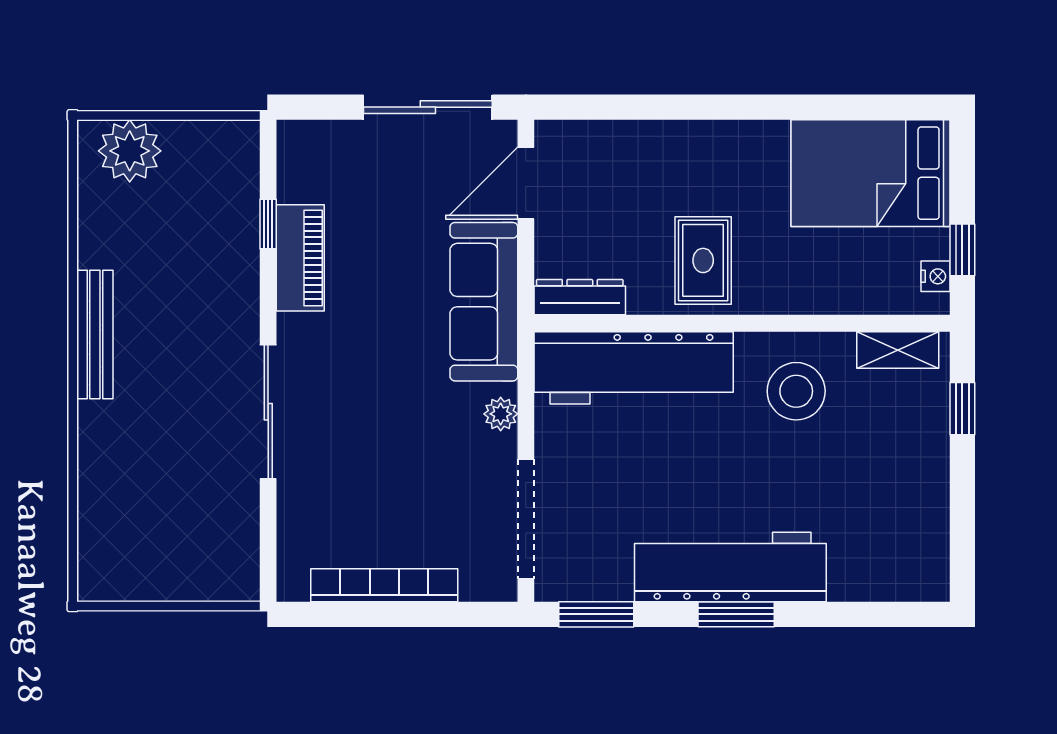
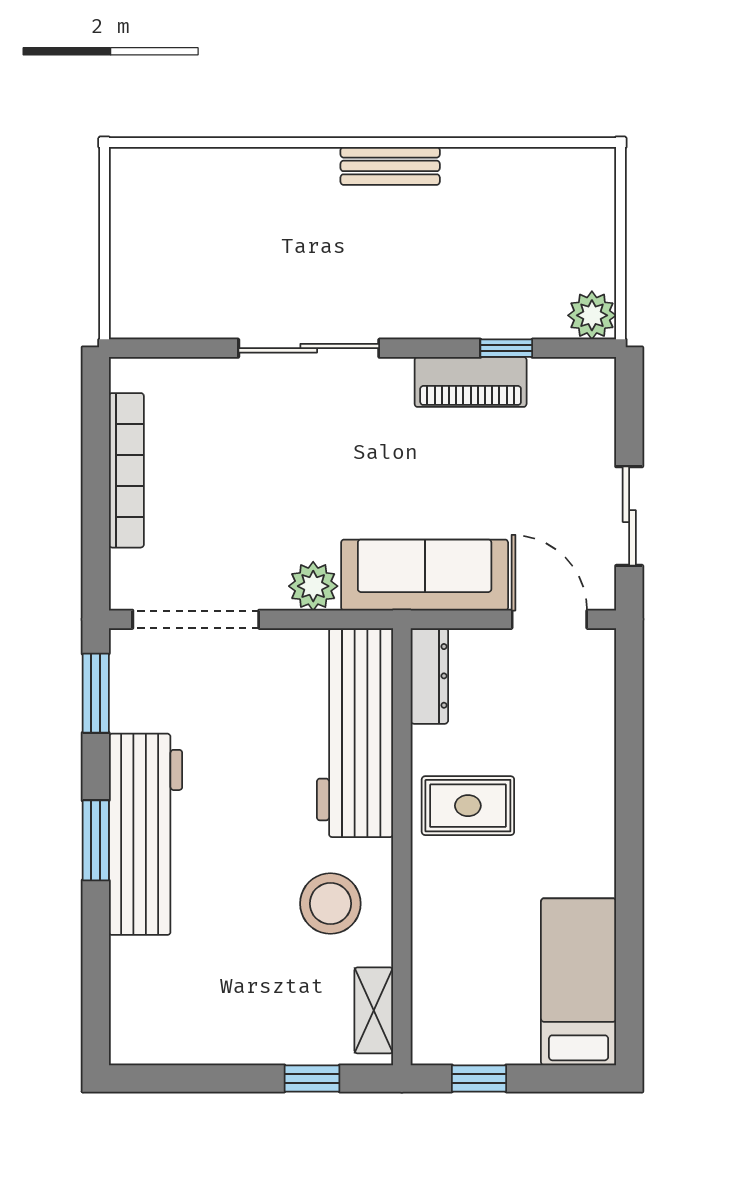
sliding door: (428, 107) -> (629, 516), width x0.73
plant: (130, 151) -> (592, 315), moved, width x0.73, depth x0.73
bed: (871, 173) -> (579, 982), width x0.67
nightstand: (935, 276) -> (451, 1050), removed
bench: (95, 334) -> (390, 166), width x0.73
plant: (501, 414) -> (313, 586), width x1.38, depth x1.38

